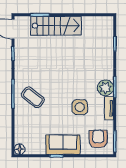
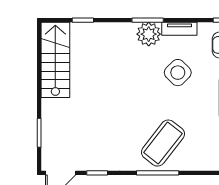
stairs: (56, 26) -> (55, 60), moved
coffee table: (33, 97) -> (163, 143), width x1.36, depth x1.32
side table: (80, 107) -> (178, 73), turned 45

